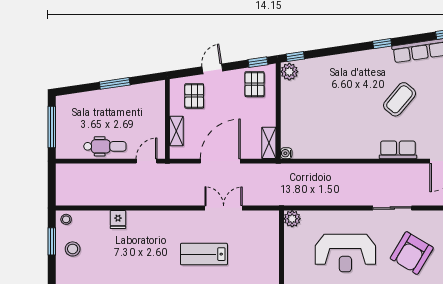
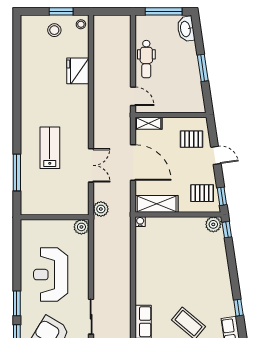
washbasin: (71, 102) -> (186, 29), added
shelving: (176, 131) -> (149, 123), moved
shelving: (269, 143) -> (157, 204), width x1.50, depth x1.33
plant: (272, 197) -> (101, 209), added
fridge: (118, 220) -> (78, 71), width x1.88, depth x1.34

